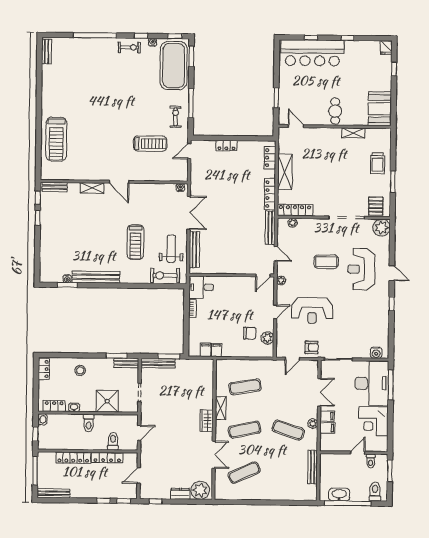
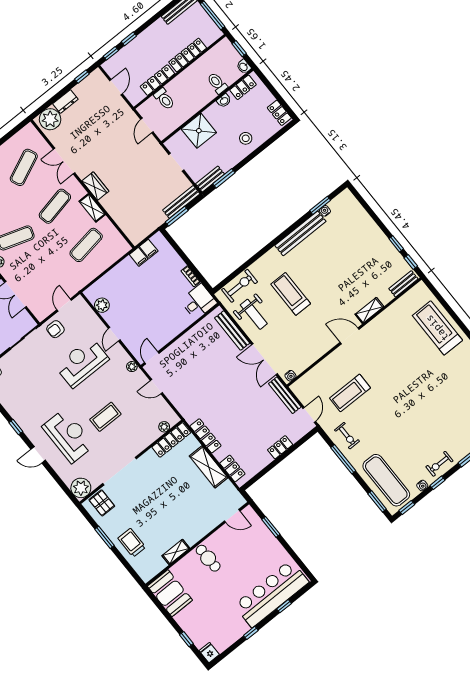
exercise mat: (174, 66) -> (386, 480), width x0.68
bench: (270, 228) -> (285, 395), moved
chair: (250, 333) -> (121, 296), removed
toilet: (89, 423) -> (217, 83), moved

